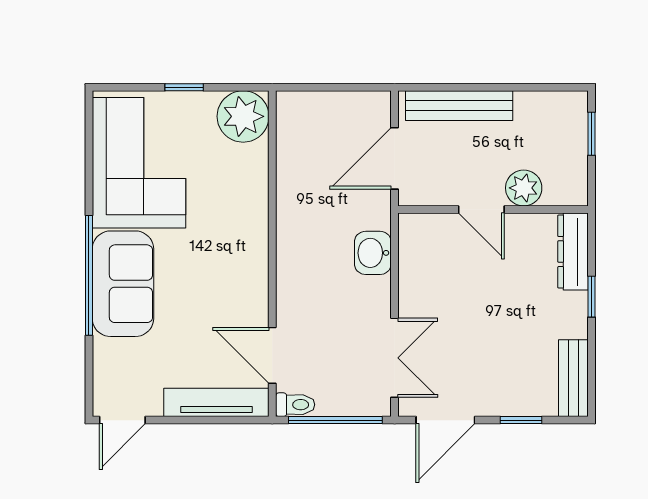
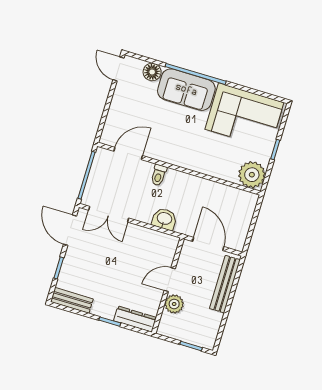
floor lamp: (109, 356) -> (152, 72), added
tv unit: (216, 402) -> (113, 119), removed
toilet: (295, 405) -> (159, 175), moved

